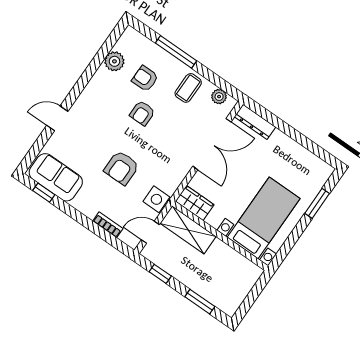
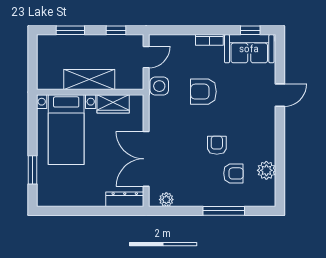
coffee table: (188, 88) -> (195, 190), removed
armchair: (122, 168) -> (203, 92), turned -90
wardrobe: (195, 203) -> (113, 104), moved
bookcase: (108, 225) -> (209, 40), moved
shelving: (188, 230) -> (89, 79), moved

